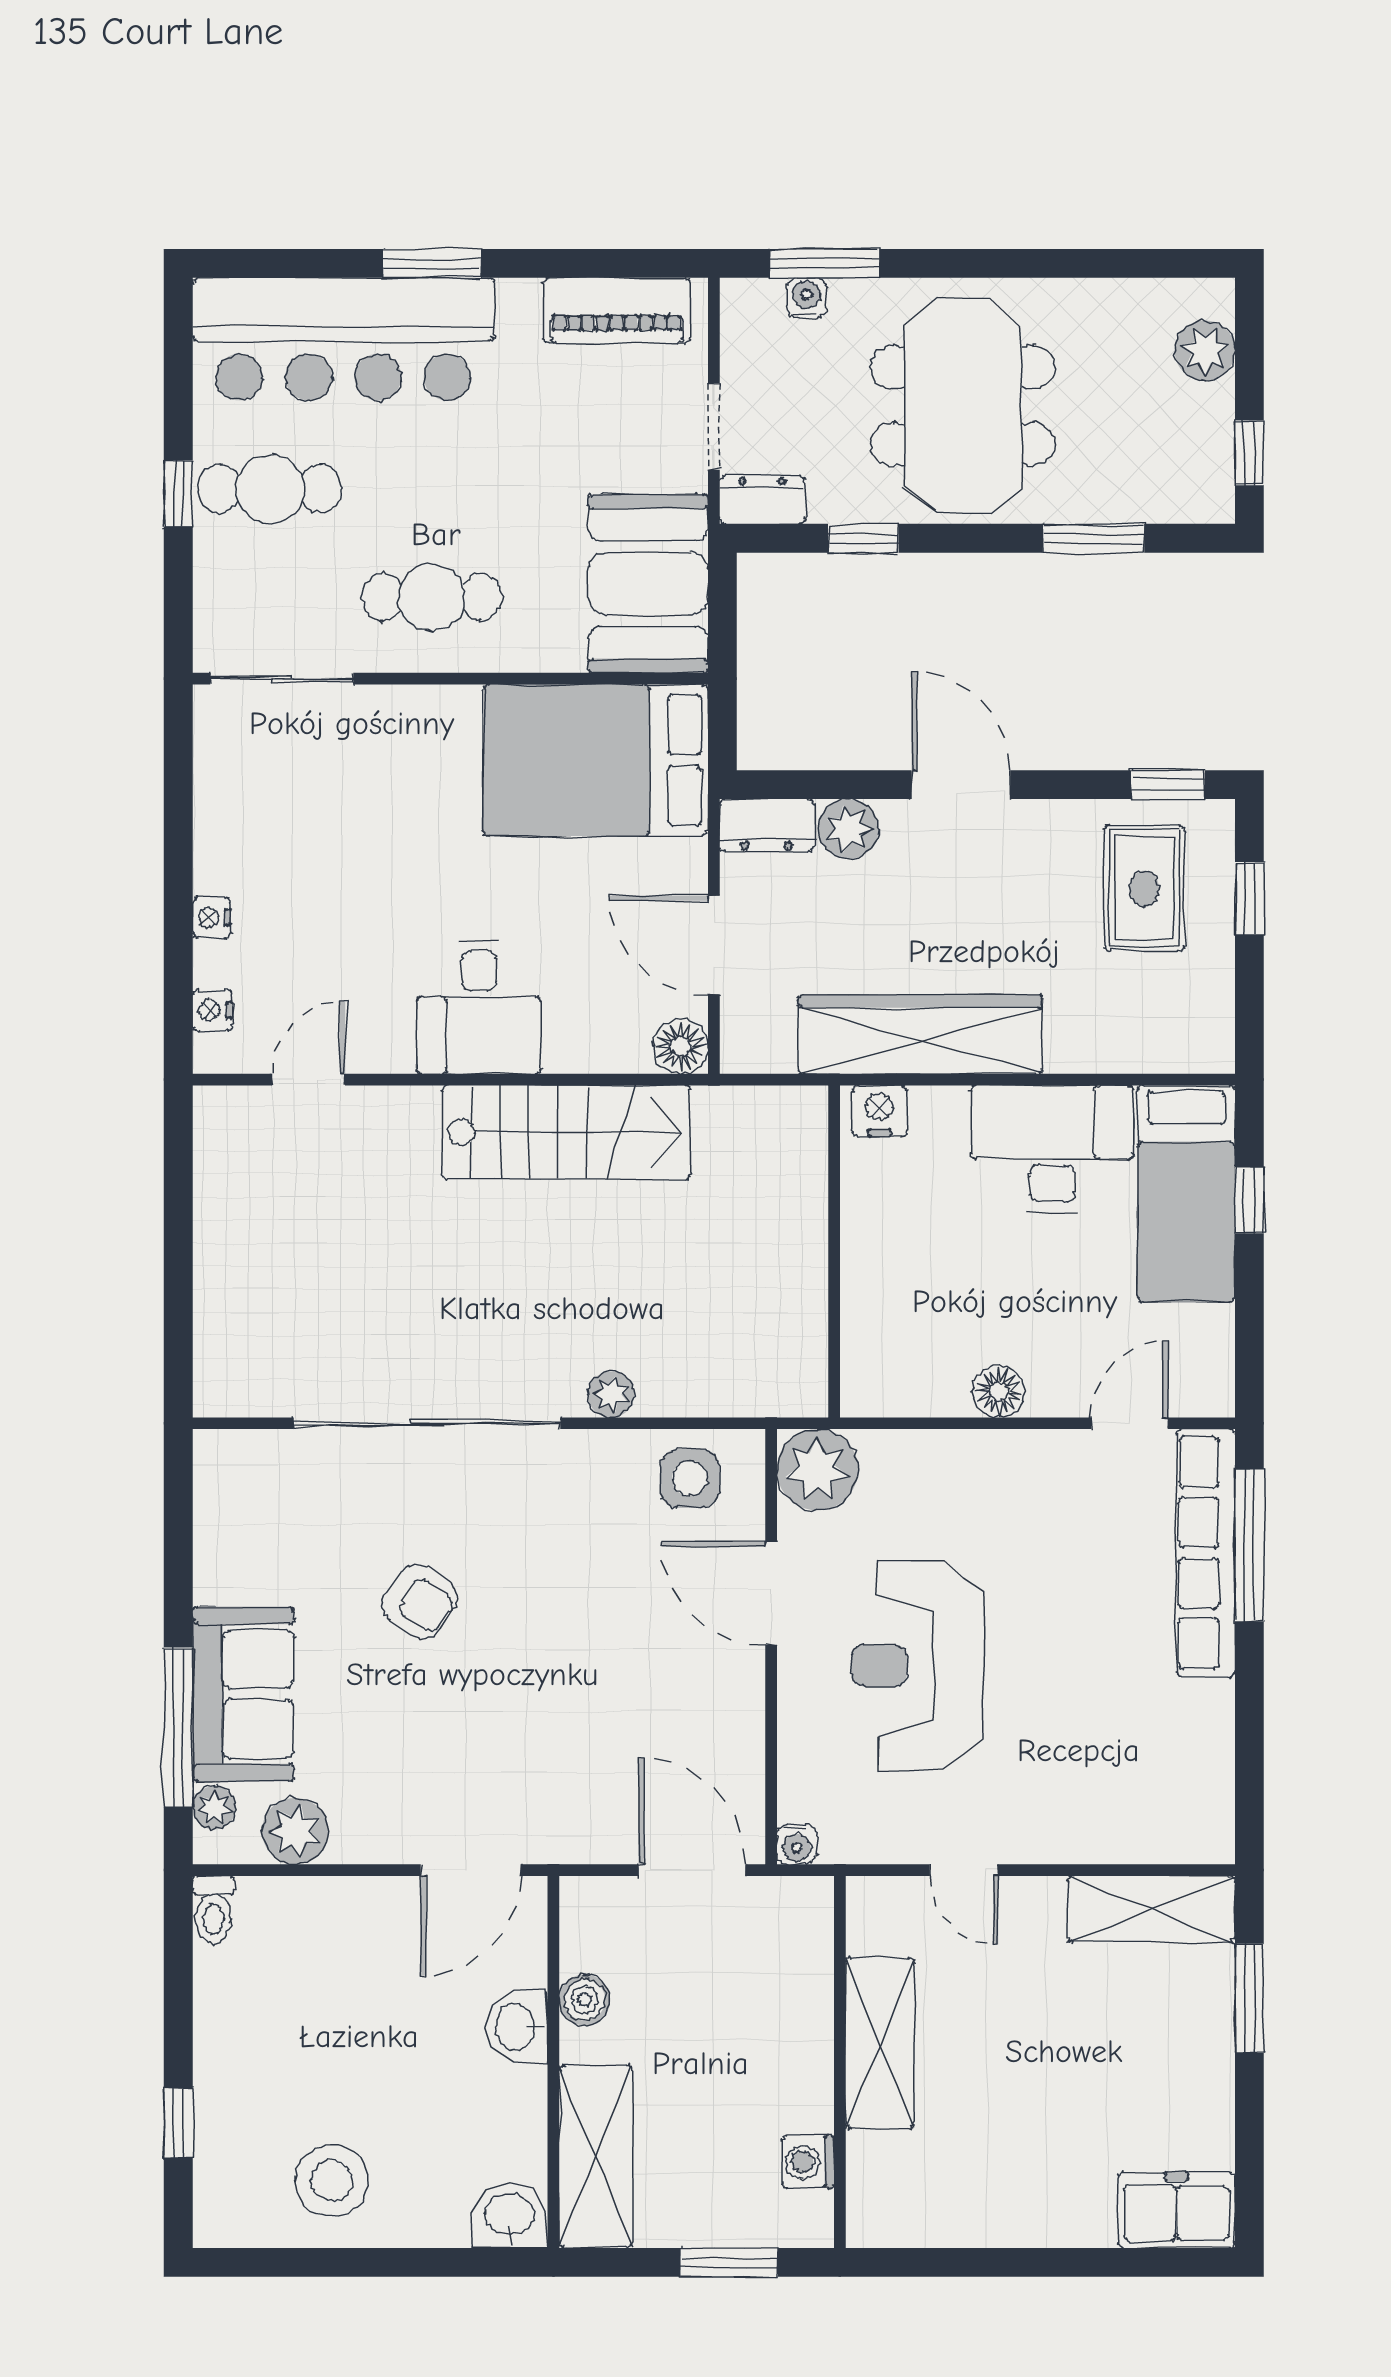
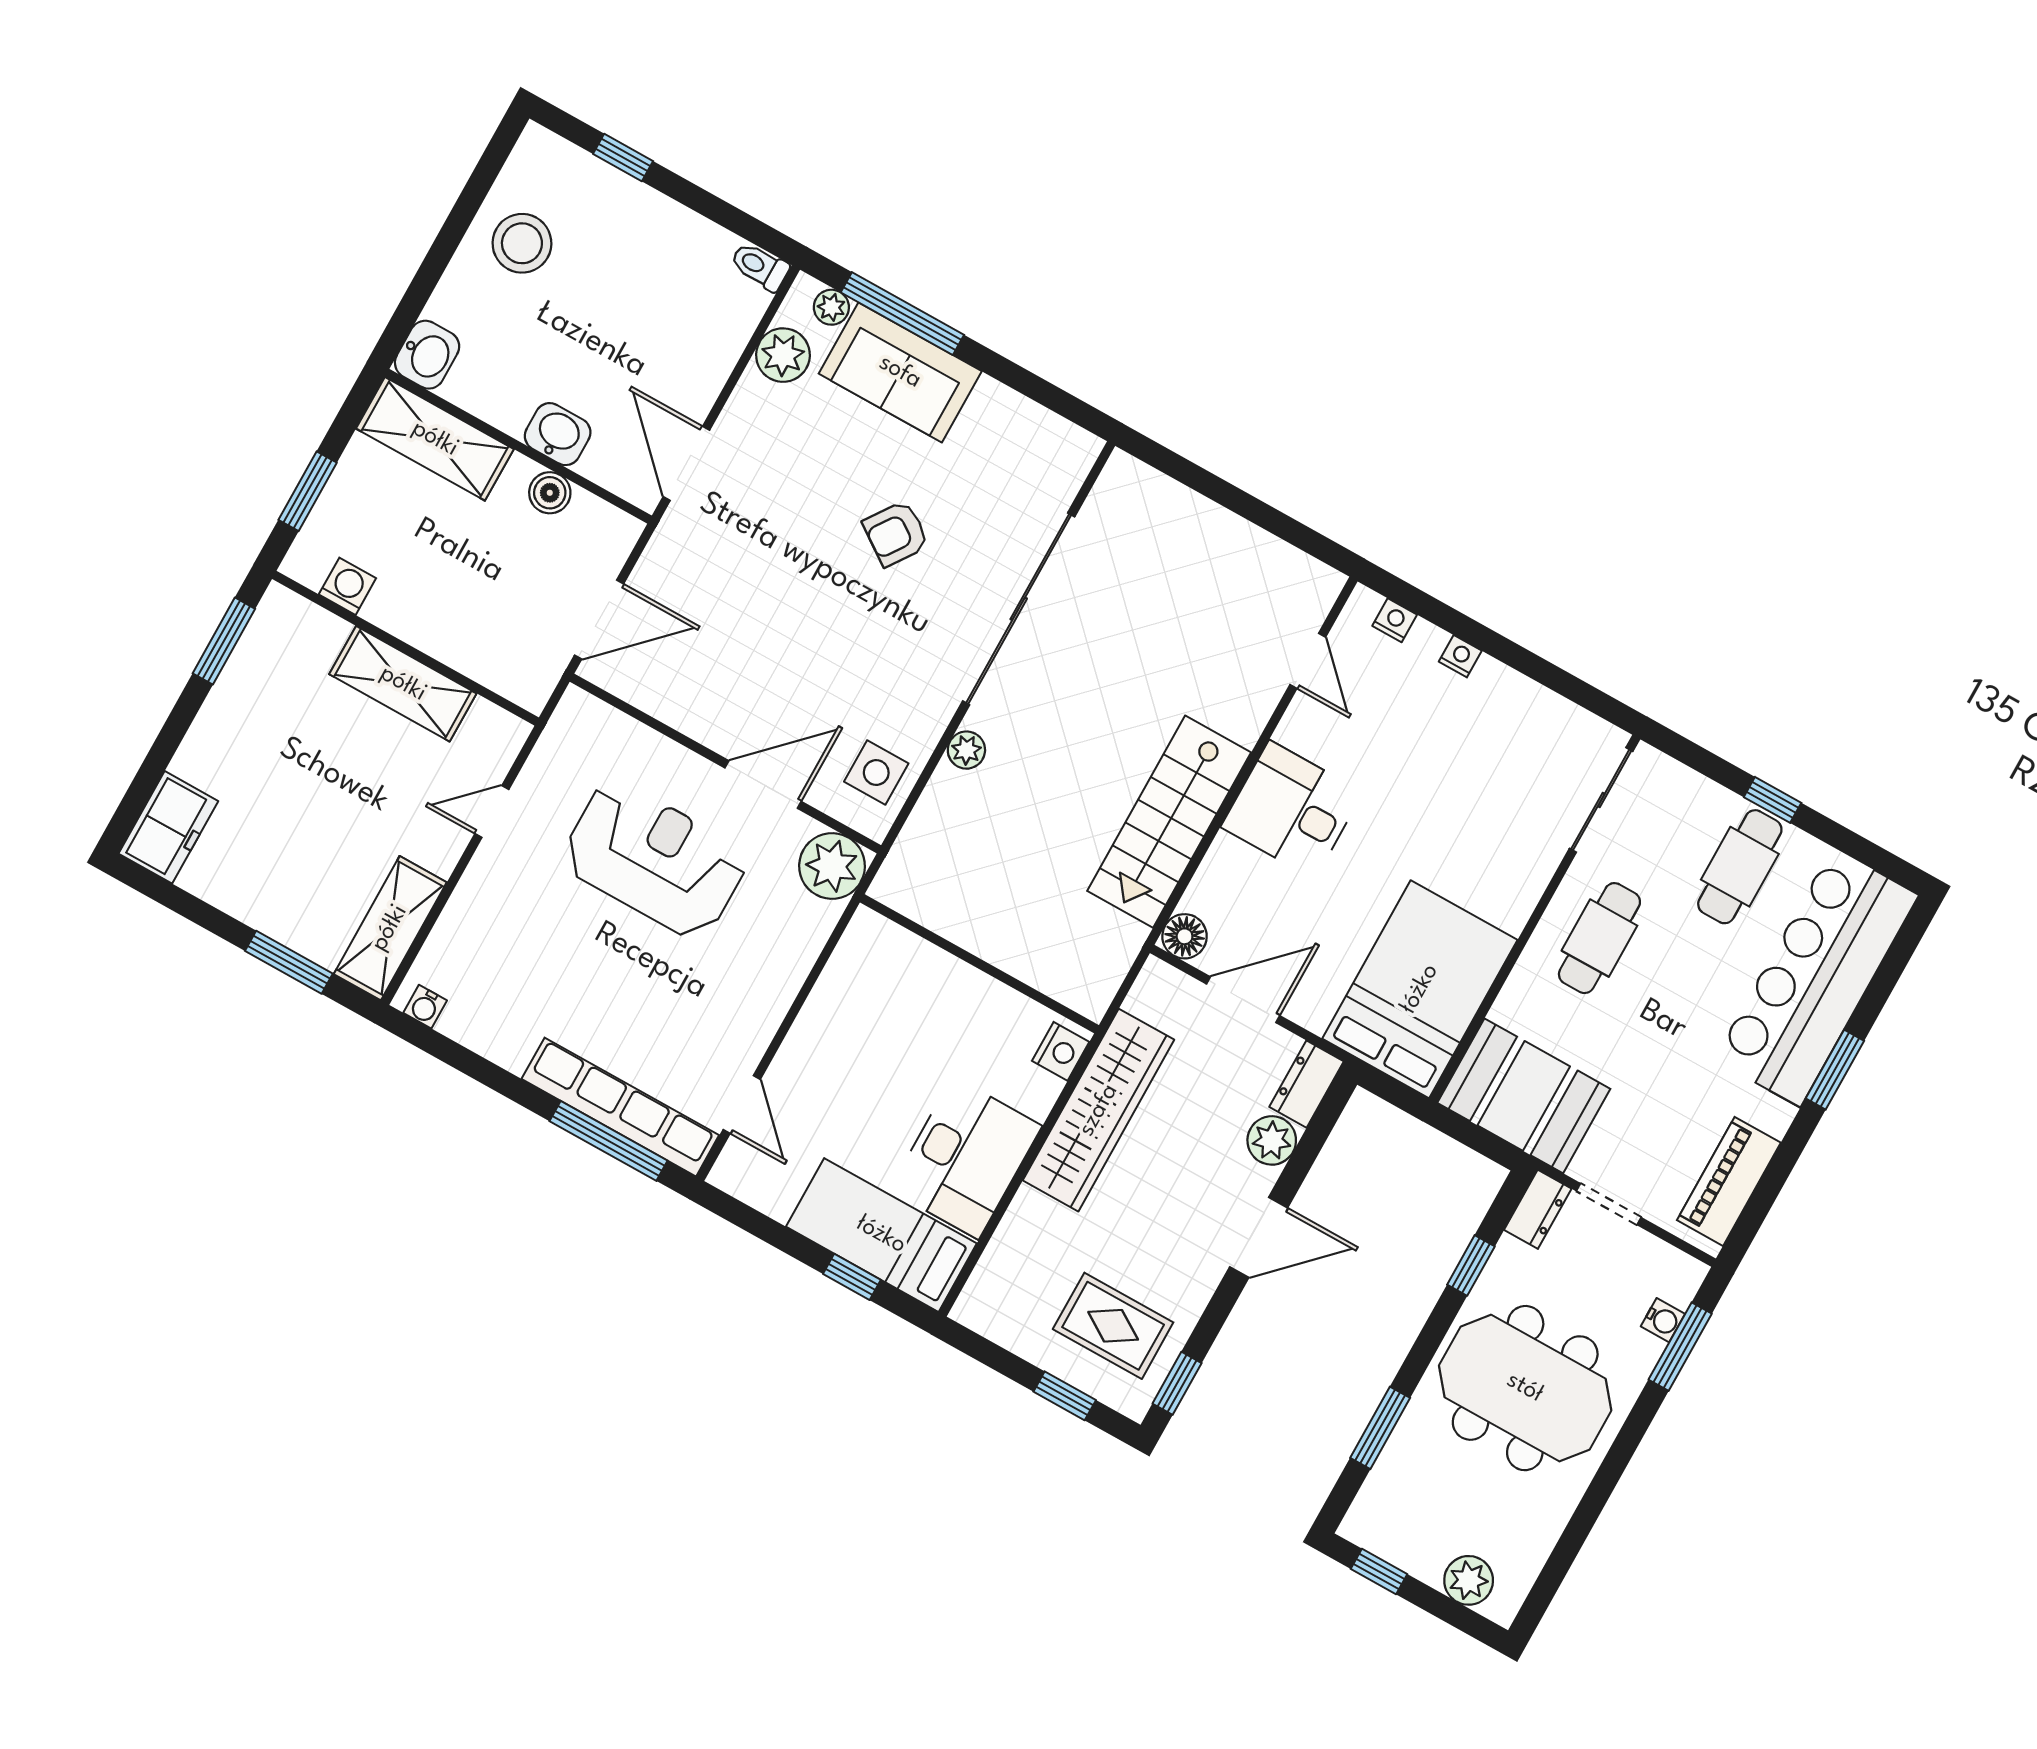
floor lamp: (999, 1392) -> (816, 1025), removed
water cooler: (797, 1844) -> (425, 1007), moved, turned -90
window: (942, 2262) -> (224, 641), added

